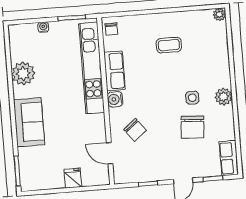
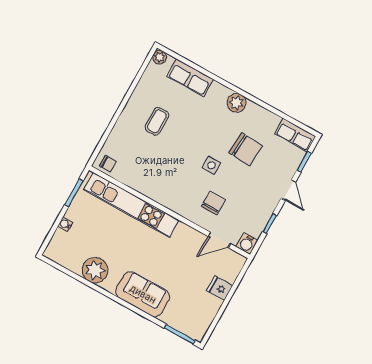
row of seats: (114, 71) -> (190, 78), moved, turned 180
side table: (192, 98) -> (211, 165), moved
water cooler: (115, 99) -> (247, 243), moved
chair: (135, 130) -> (213, 203), turned -51

